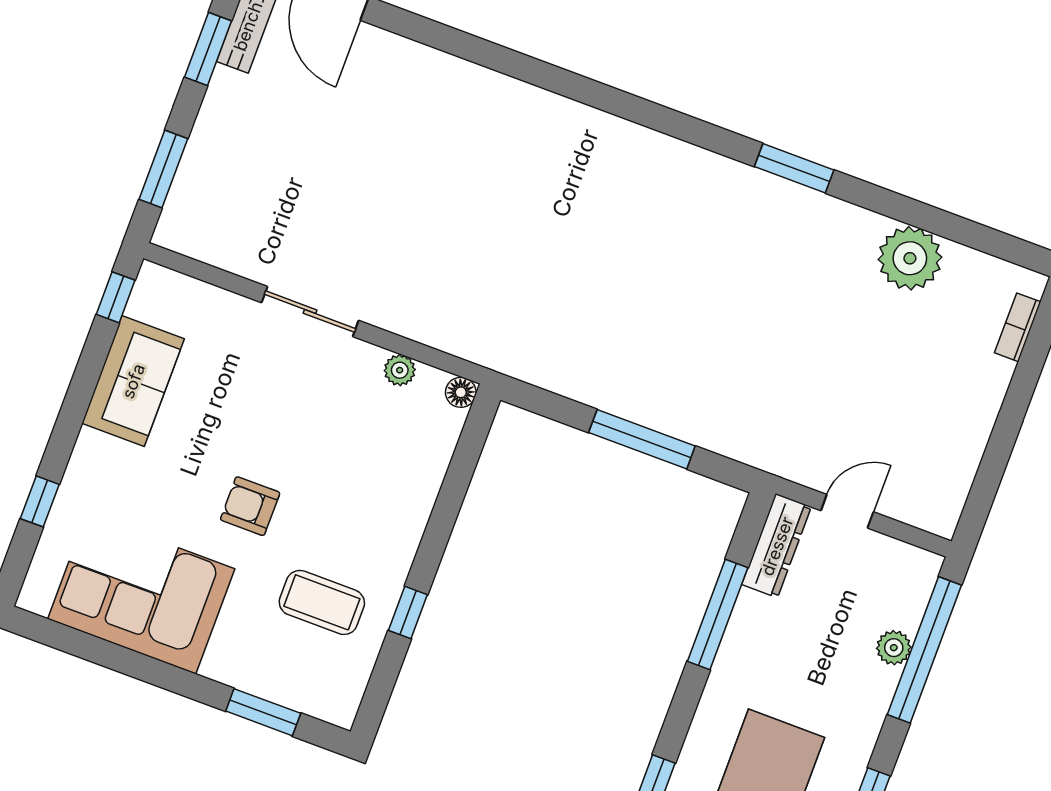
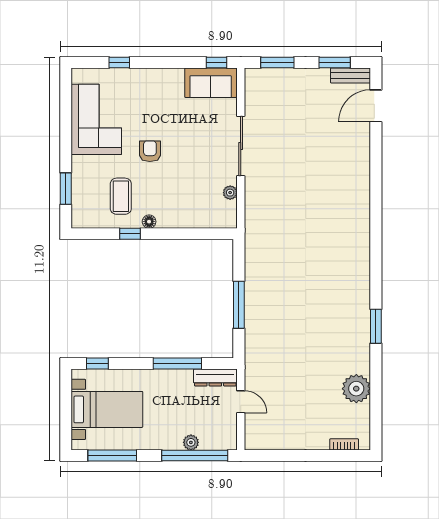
sliding door: (310, 312) -> (241, 146), width x1.37
sofa: (133, 381) -> (211, 83), moved
floor lamp: (461, 392) -> (149, 222), moved

